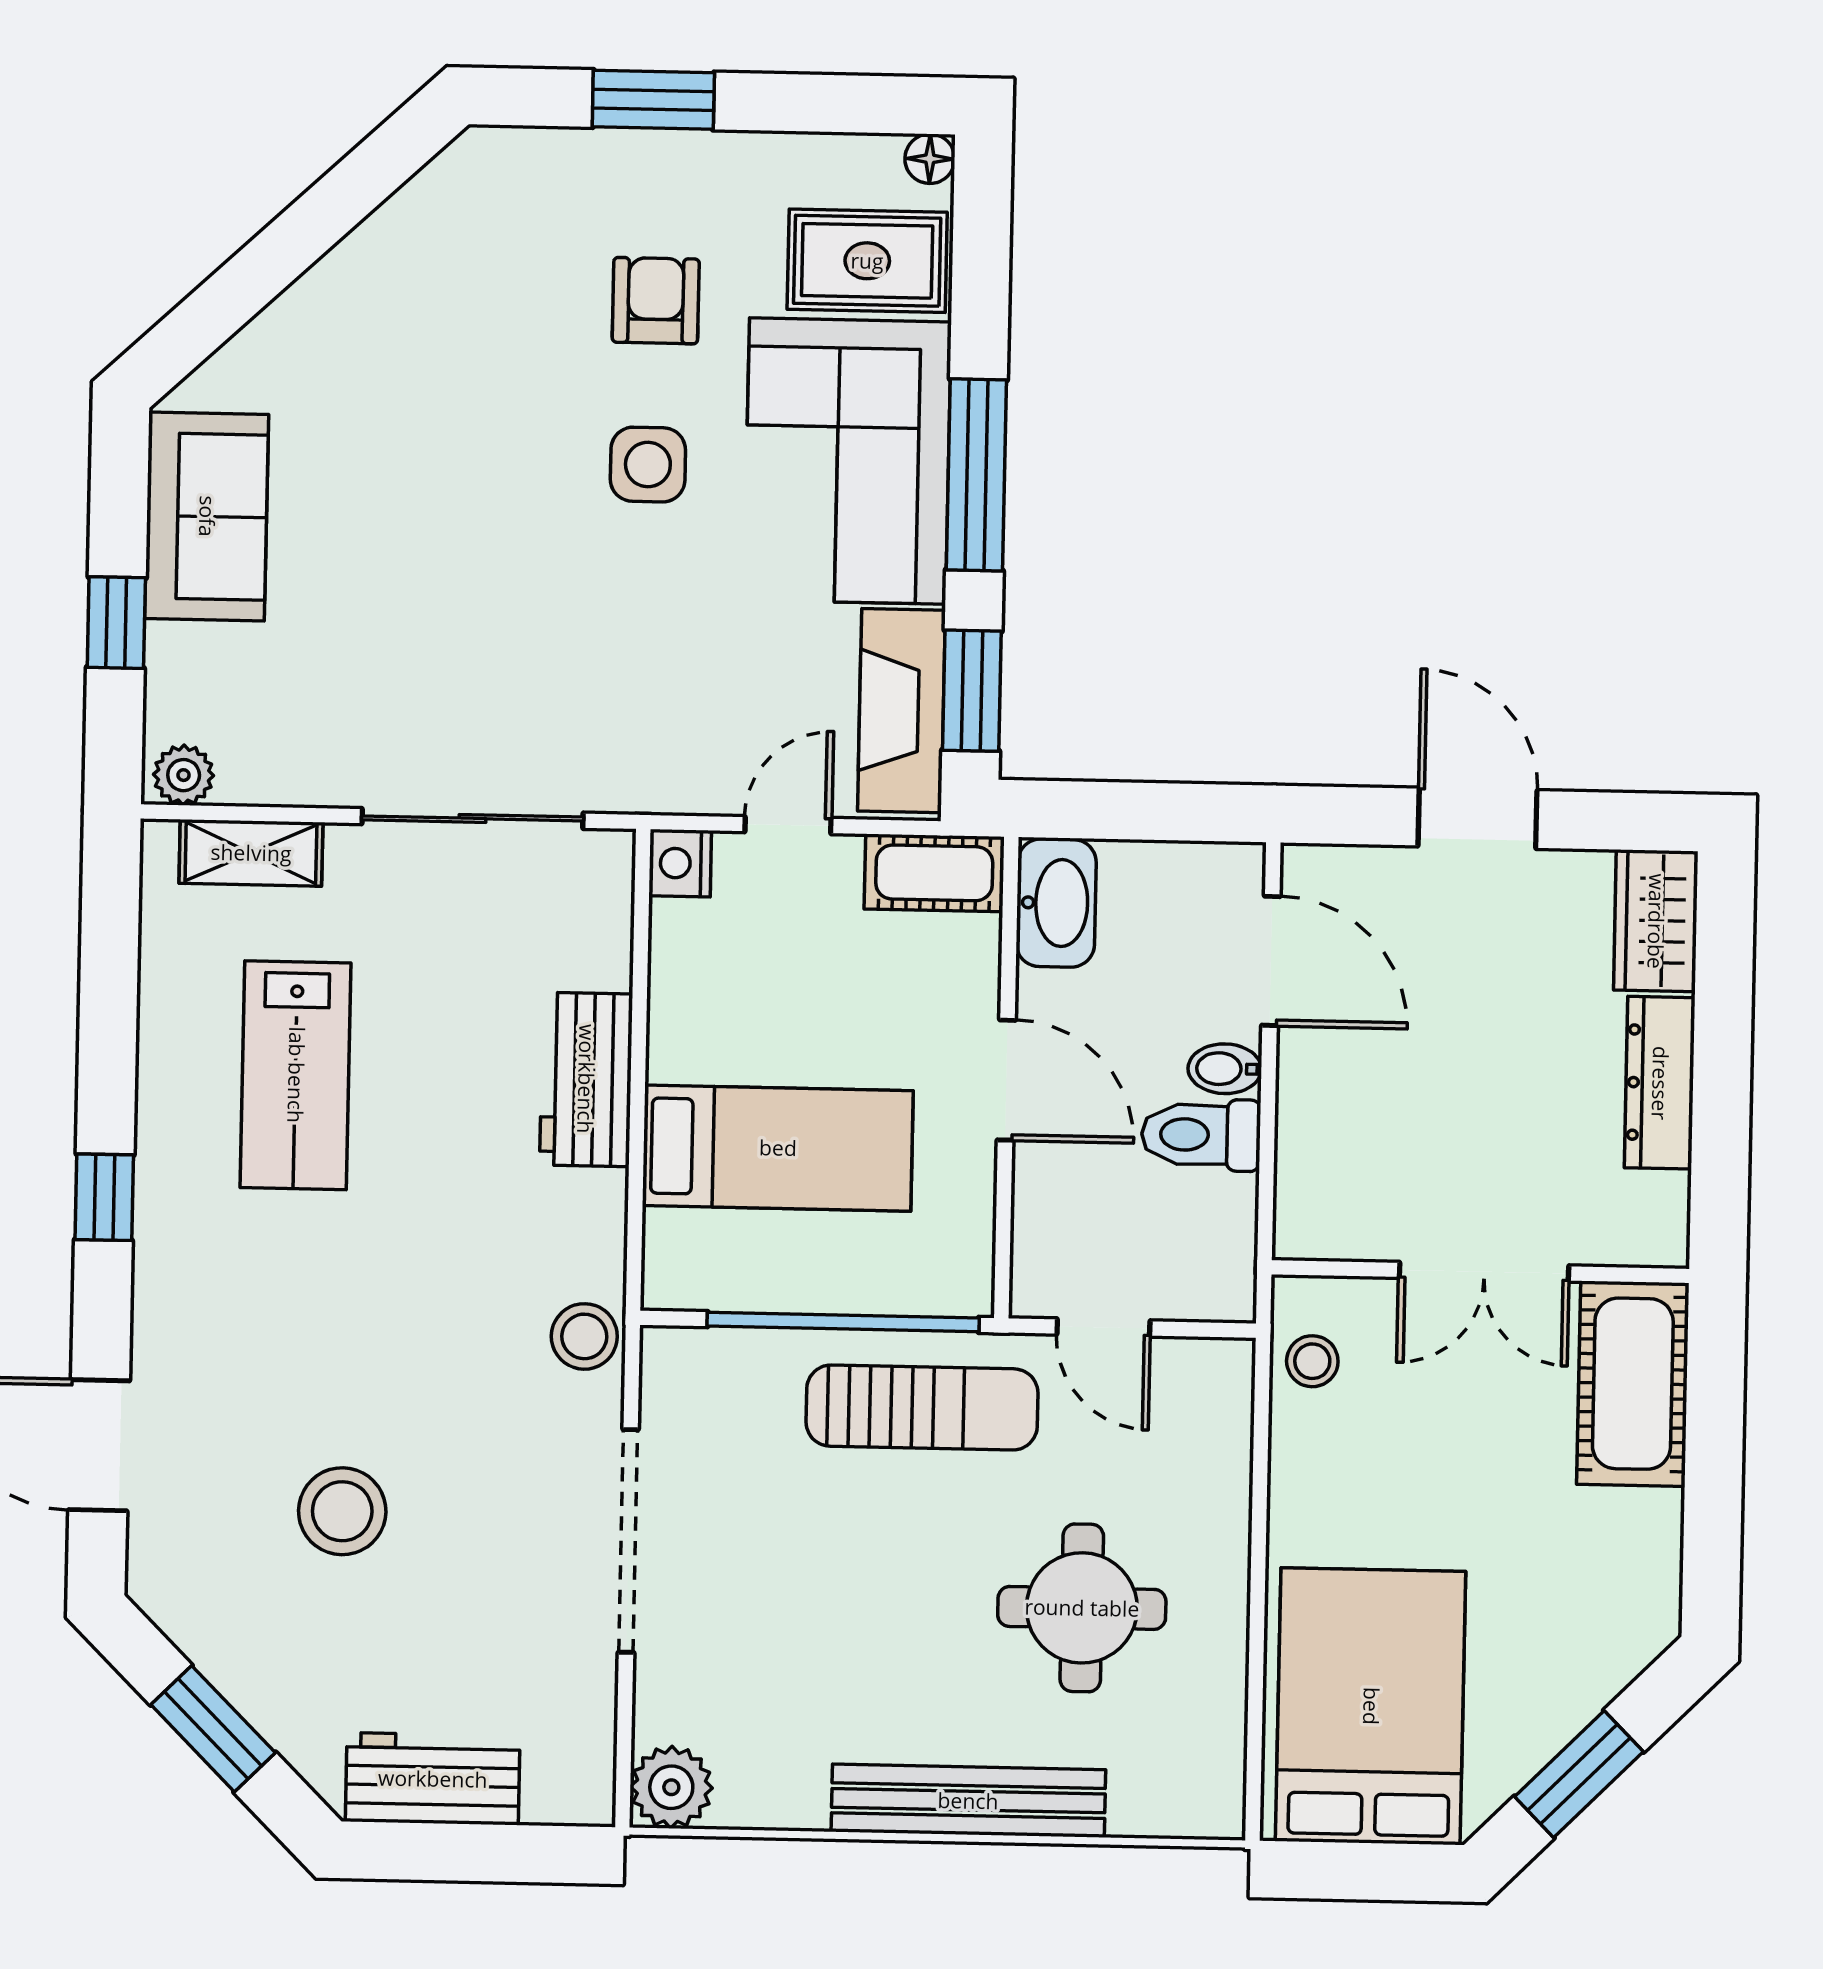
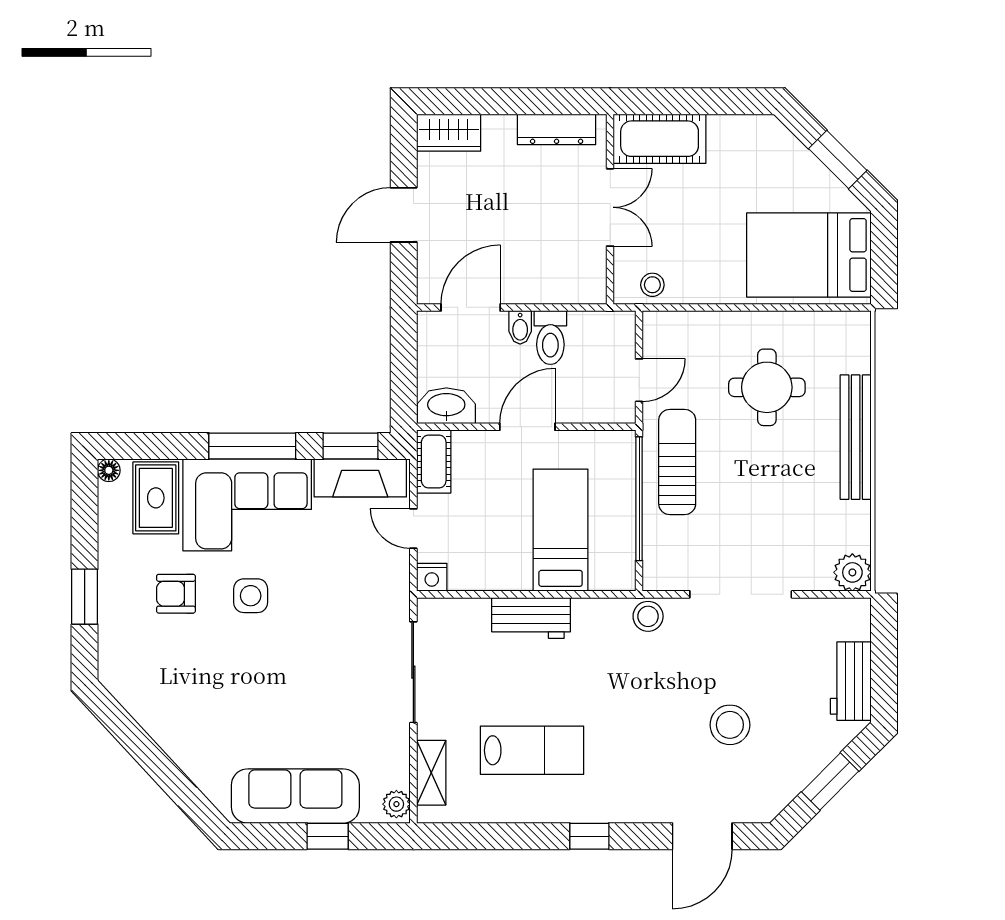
sofa: (207, 516) -> (295, 796), width x1.36
dresser: (1660, 1083) -> (557, 129), moved

